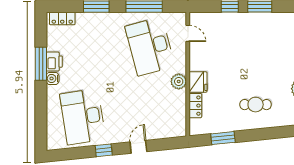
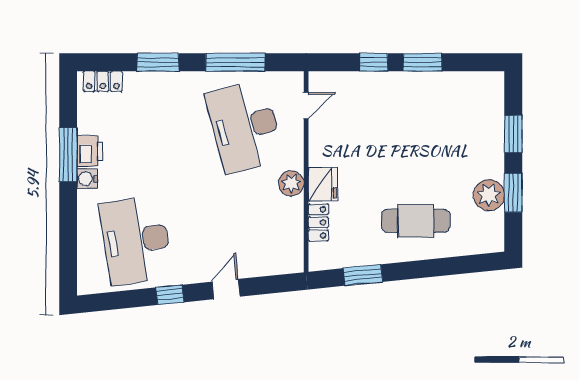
door: (188, 33) -> (306, 106), hinge flipped
cafe table: (256, 105) -> (416, 221), width x1.37, depth x1.35

